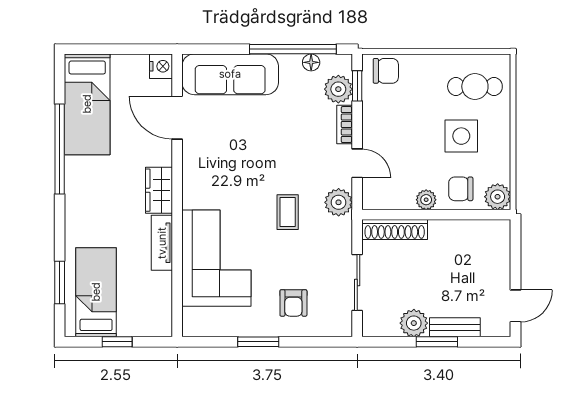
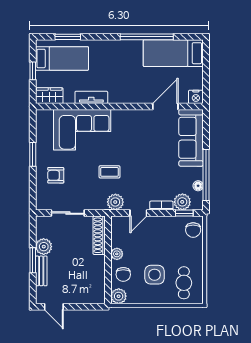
chair: (461, 189) -> (123, 274), turned 180
wardrobe: (159, 190) -> (49, 96), moved

